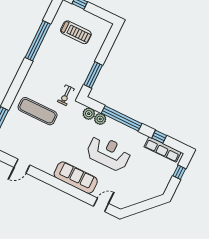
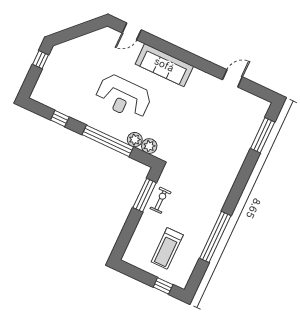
treadmill: (76, 32) -> (167, 248), turned -90
exercise bike: (66, 95) -> (161, 200), moved
exercise mat: (38, 111) -> (214, 148), removed
row of seats: (163, 149) -> (55, 103), removed
window: (179, 172) -> (41, 60), moved

